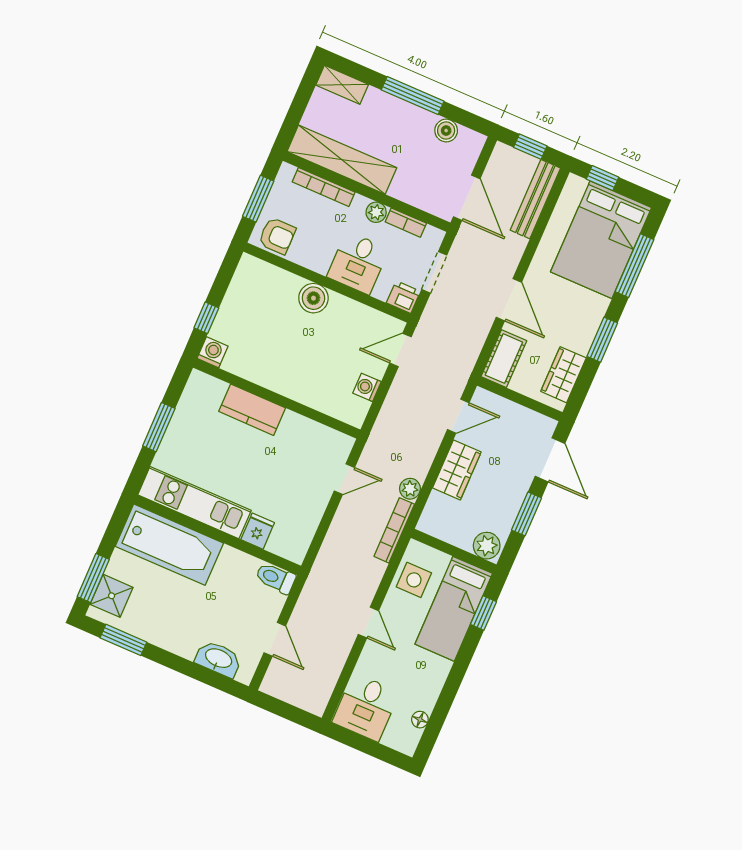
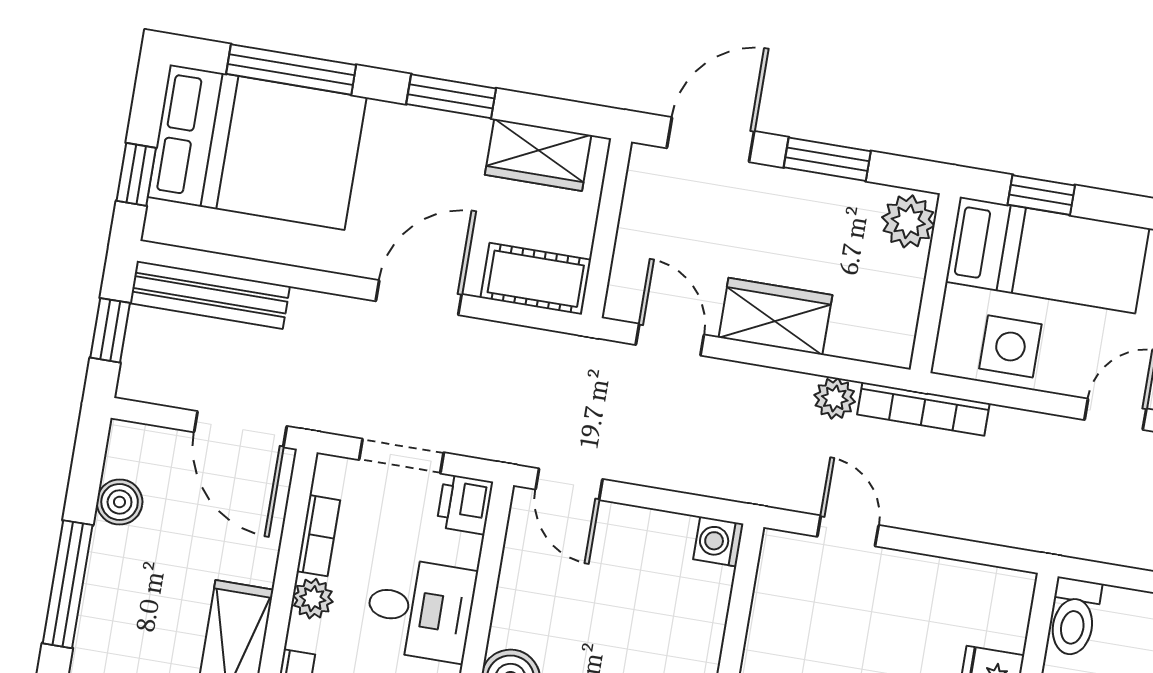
door: (467, 198) -> (240, 429), swing flipped
washing machine: (367, 387) -> (718, 541), moved, turned 90

